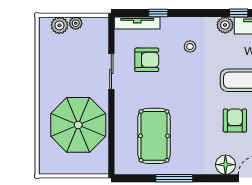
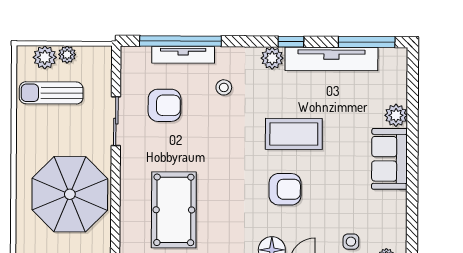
window: (158, 13) -> (180, 41), width x3.17
tv unit: (137, 23) -> (183, 55), moved
sun lounger: (64, 51) -> (51, 93), added
armchair: (235, 120) -> (285, 189), turned 90

